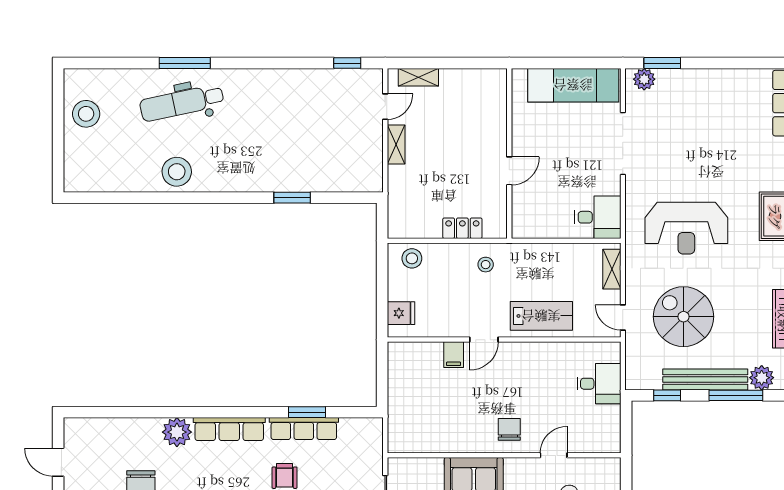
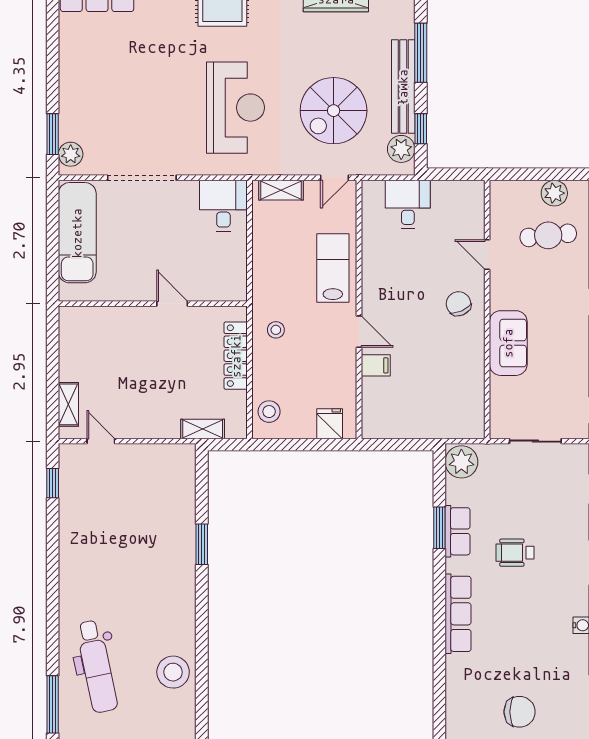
window: (185, 63) -> (53, 704), moved
shelving: (396, 145) -> (203, 429), moved
locker: (462, 228) -> (236, 356), width x1.53
plant: (762, 378) -> (401, 149), moved
row of seats: (304, 429) -> (458, 531), width x0.68
chair: (509, 429) -> (458, 304), turned 66
plant: (177, 432) -> (461, 462), moved

